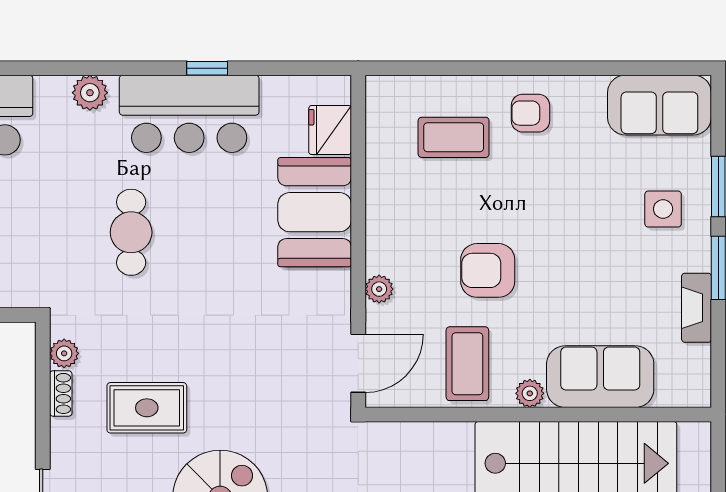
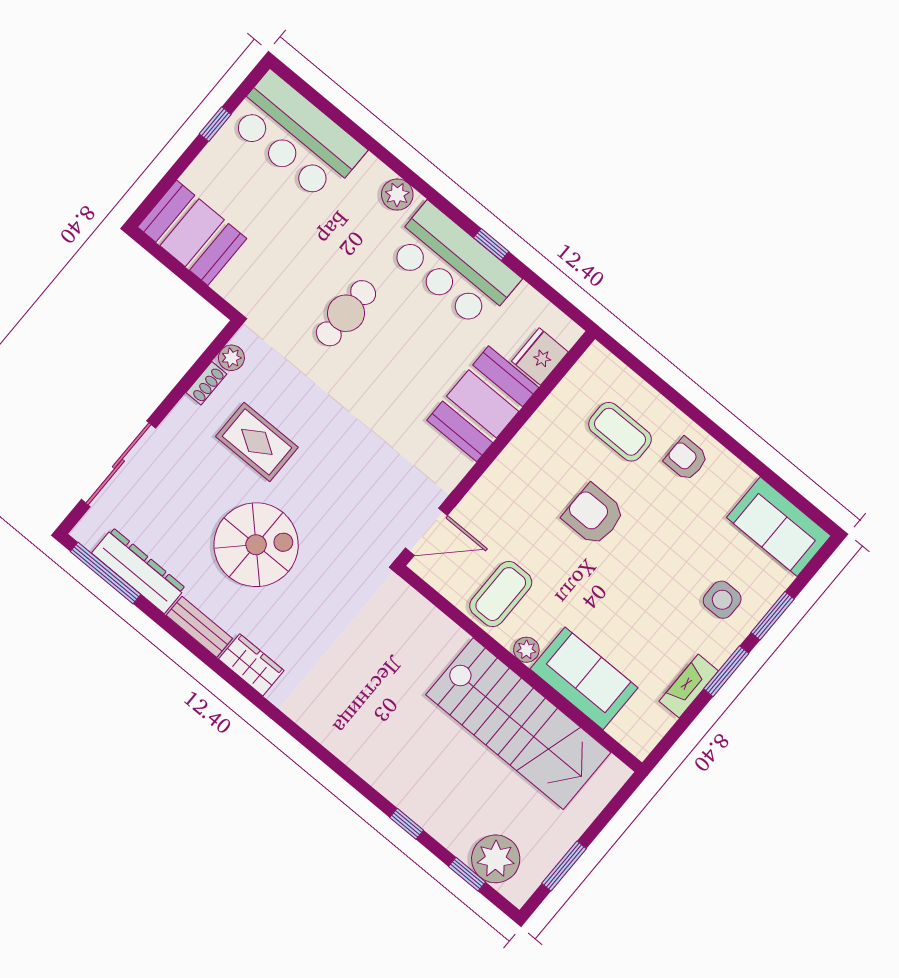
armchair: (488, 270) -> (594, 515), moved
plant: (379, 289) -> (483, 493), removed

